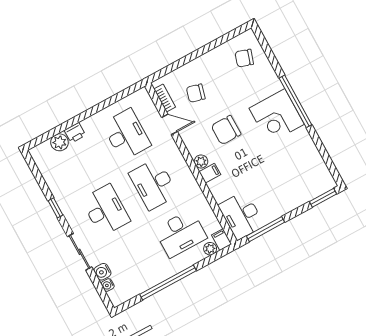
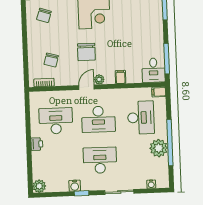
door: (170, 124) -> (86, 87), moved
printer: (75, 133) -> (37, 144), moved
plant: (59, 142) -> (39, 186), moved
filing cabinet: (210, 173) -> (121, 77), moved
desk: (241, 215) -> (153, 70), width x0.73
plant: (210, 249) -> (159, 148), moved, width x1.88, depth x1.88
water cooler: (102, 272) -> (75, 186), moved

